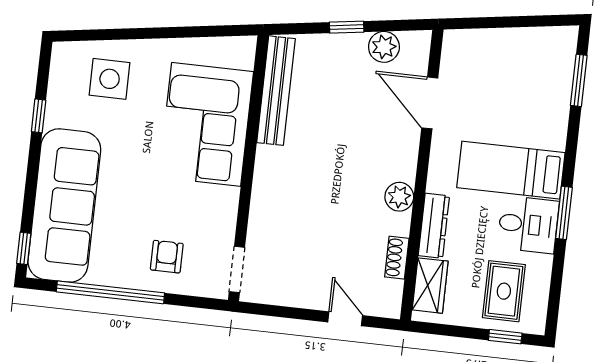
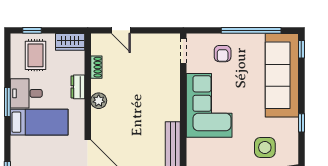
corner sofa: (206, 124) -> (209, 105), moved
dresser: (434, 226) -> (78, 87), width x0.70
wardrobe: (430, 286) -> (70, 42), moved, turned -90

